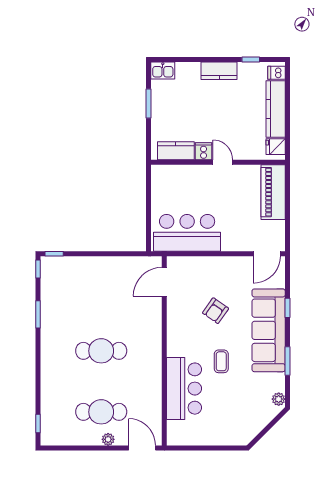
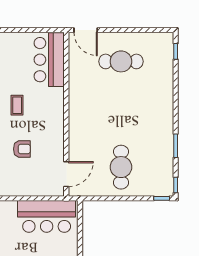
armchair: (216, 311) -> (22, 149), turned 55
cafe table: (101, 351) -> (121, 167), moved, turned 90
bar counter: (184, 389) -> (49, 60), moved
plant: (108, 439) -> (115, 38), removed

